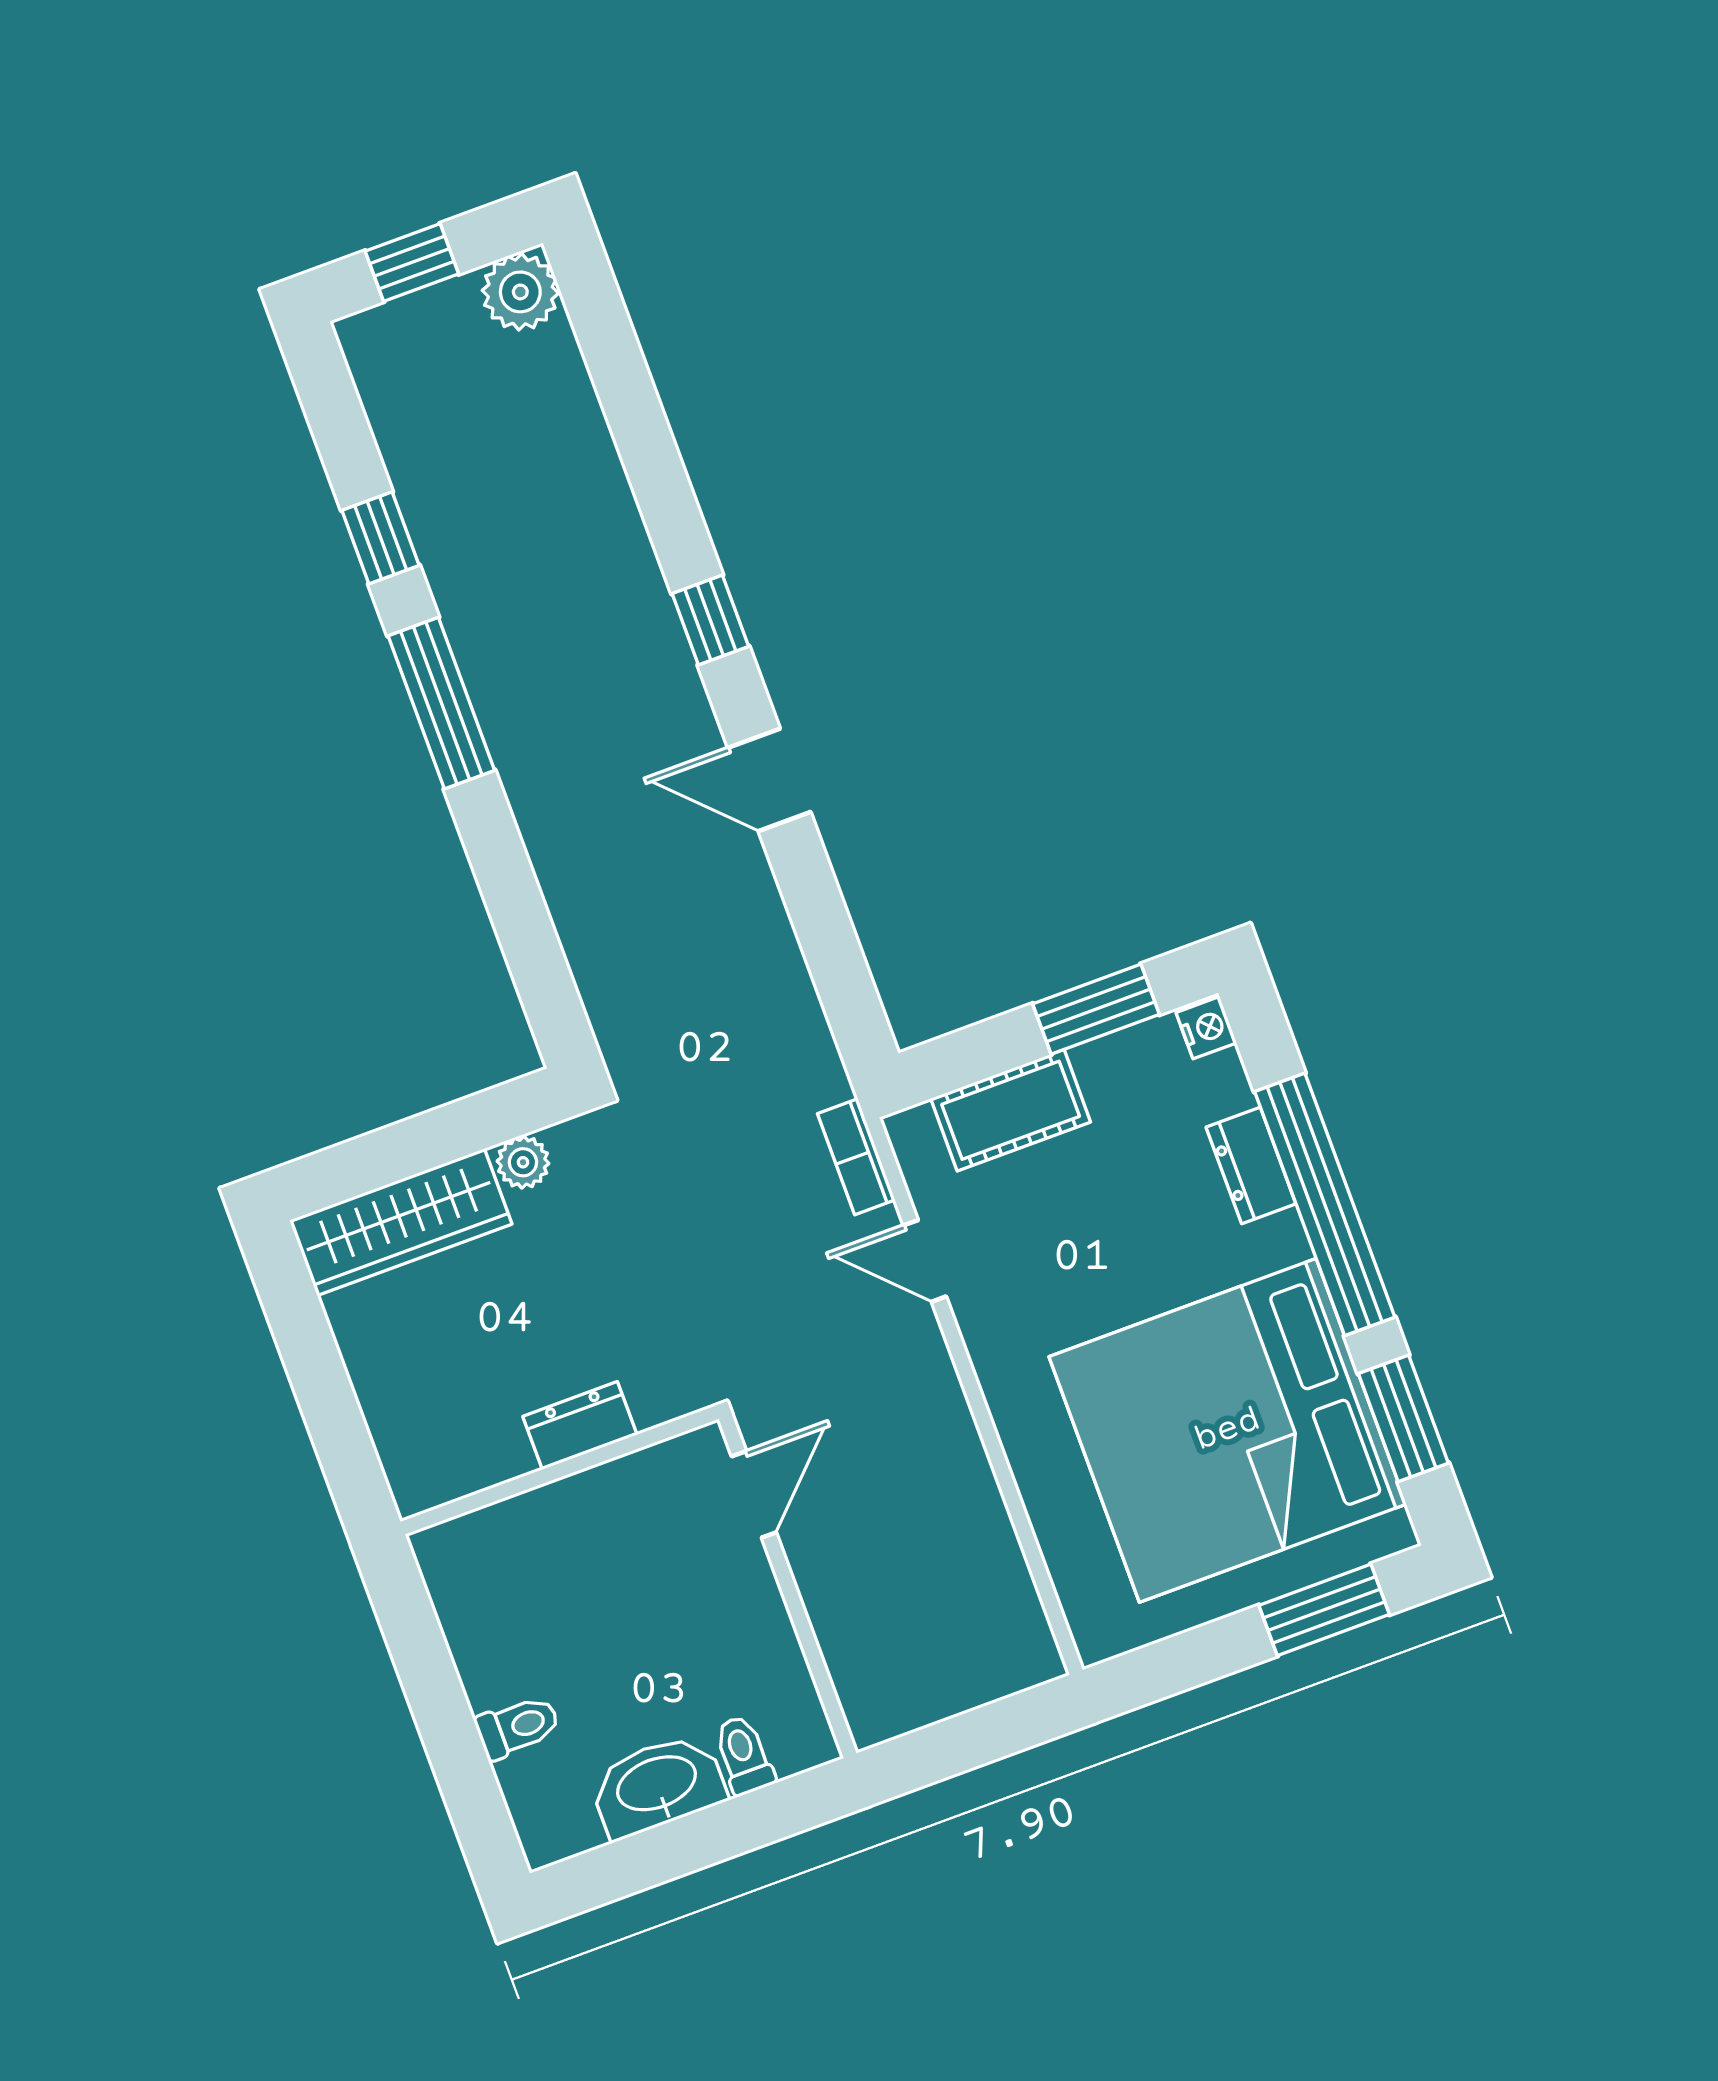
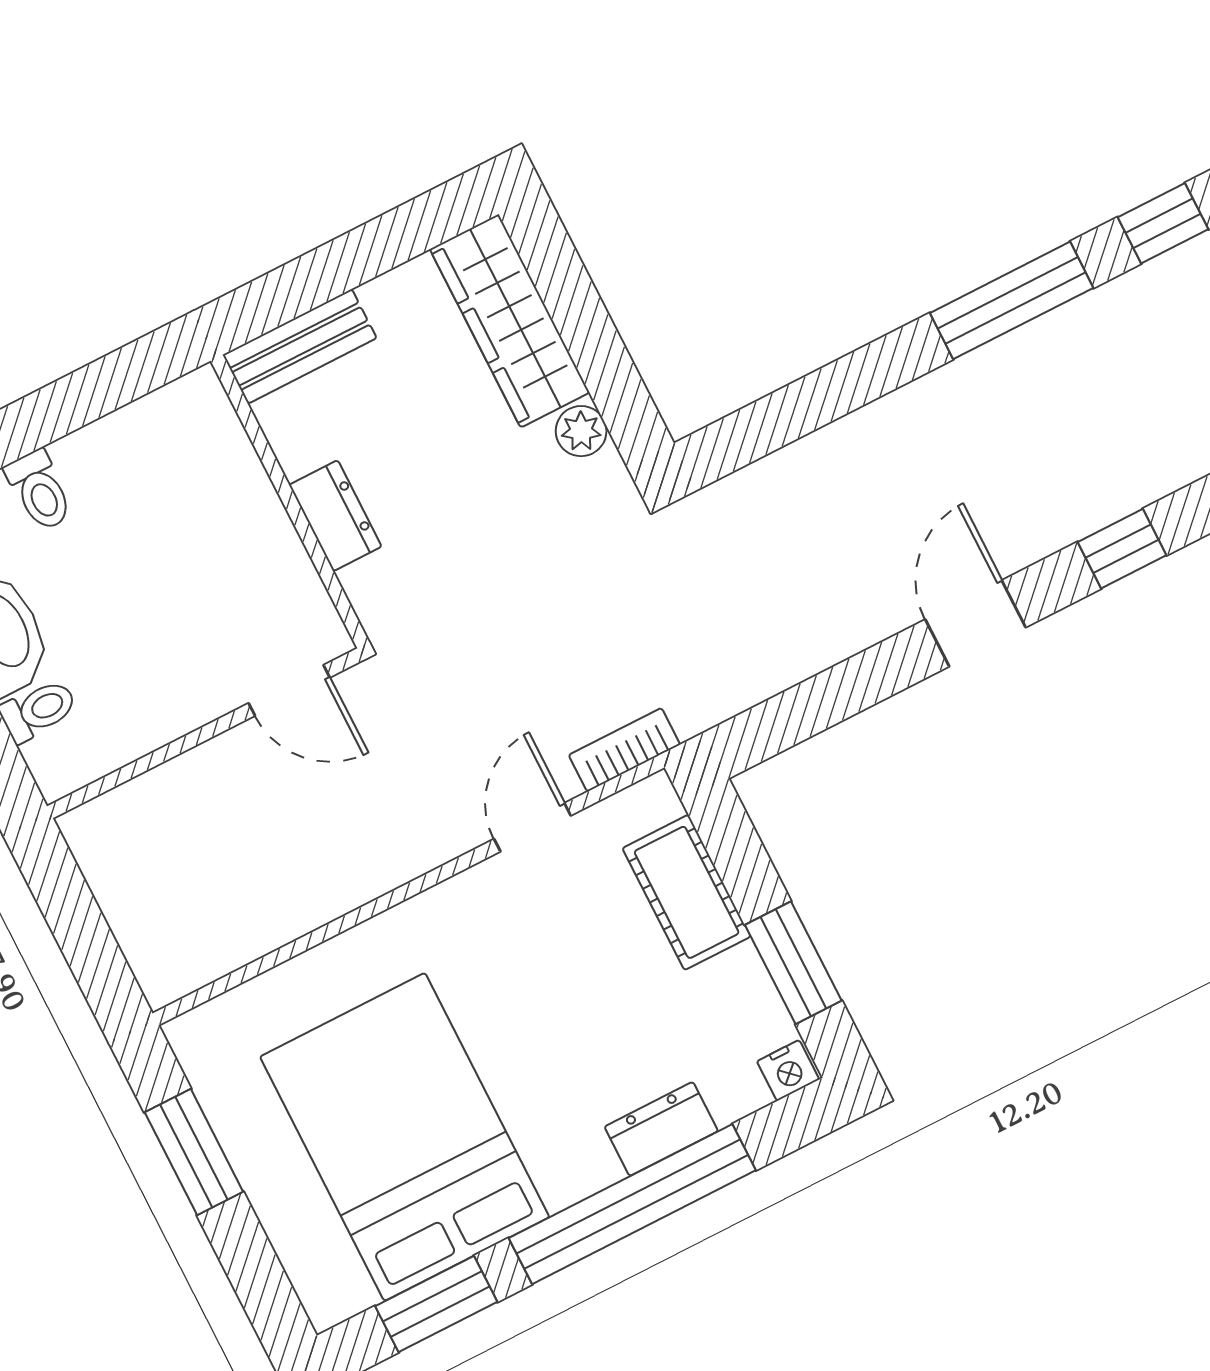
bed: (1228, 1430) -> (405, 1137), width x0.73
bench: (401, 1441) -> (300, 346), added
window: (1324, 1610) -> (194, 1152), moved

